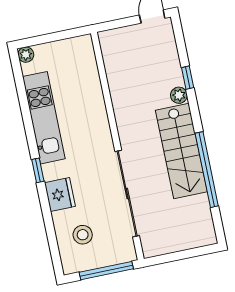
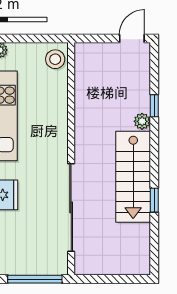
window: (207, 170) -> (154, 200), width x0.32
stool: (83, 235) -> (55, 59), moved

